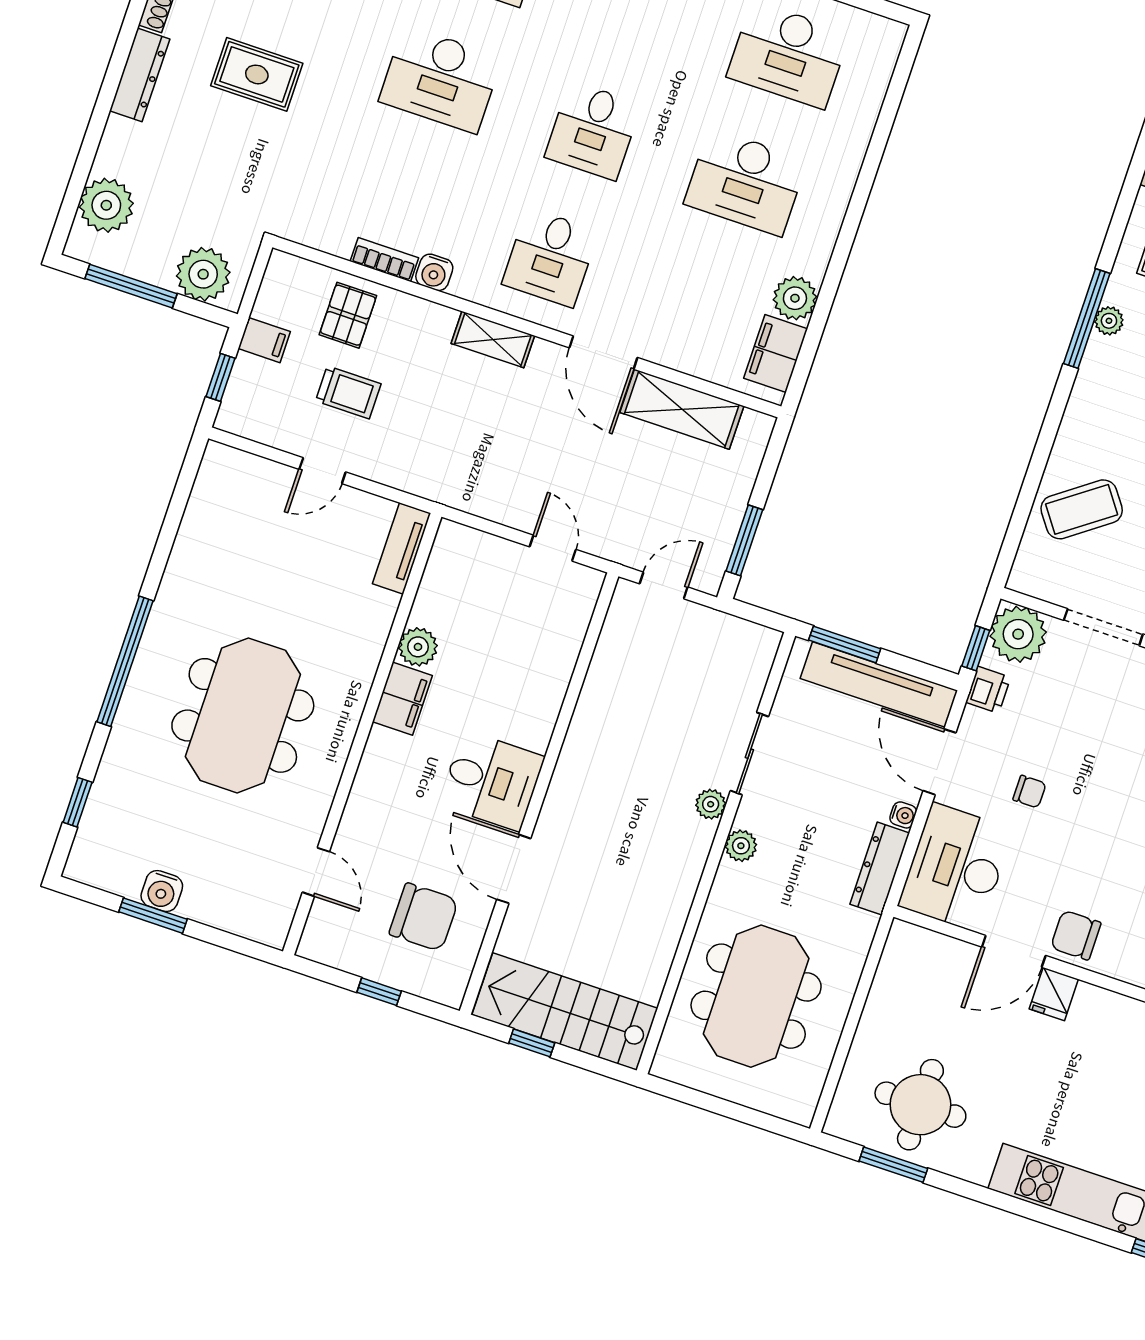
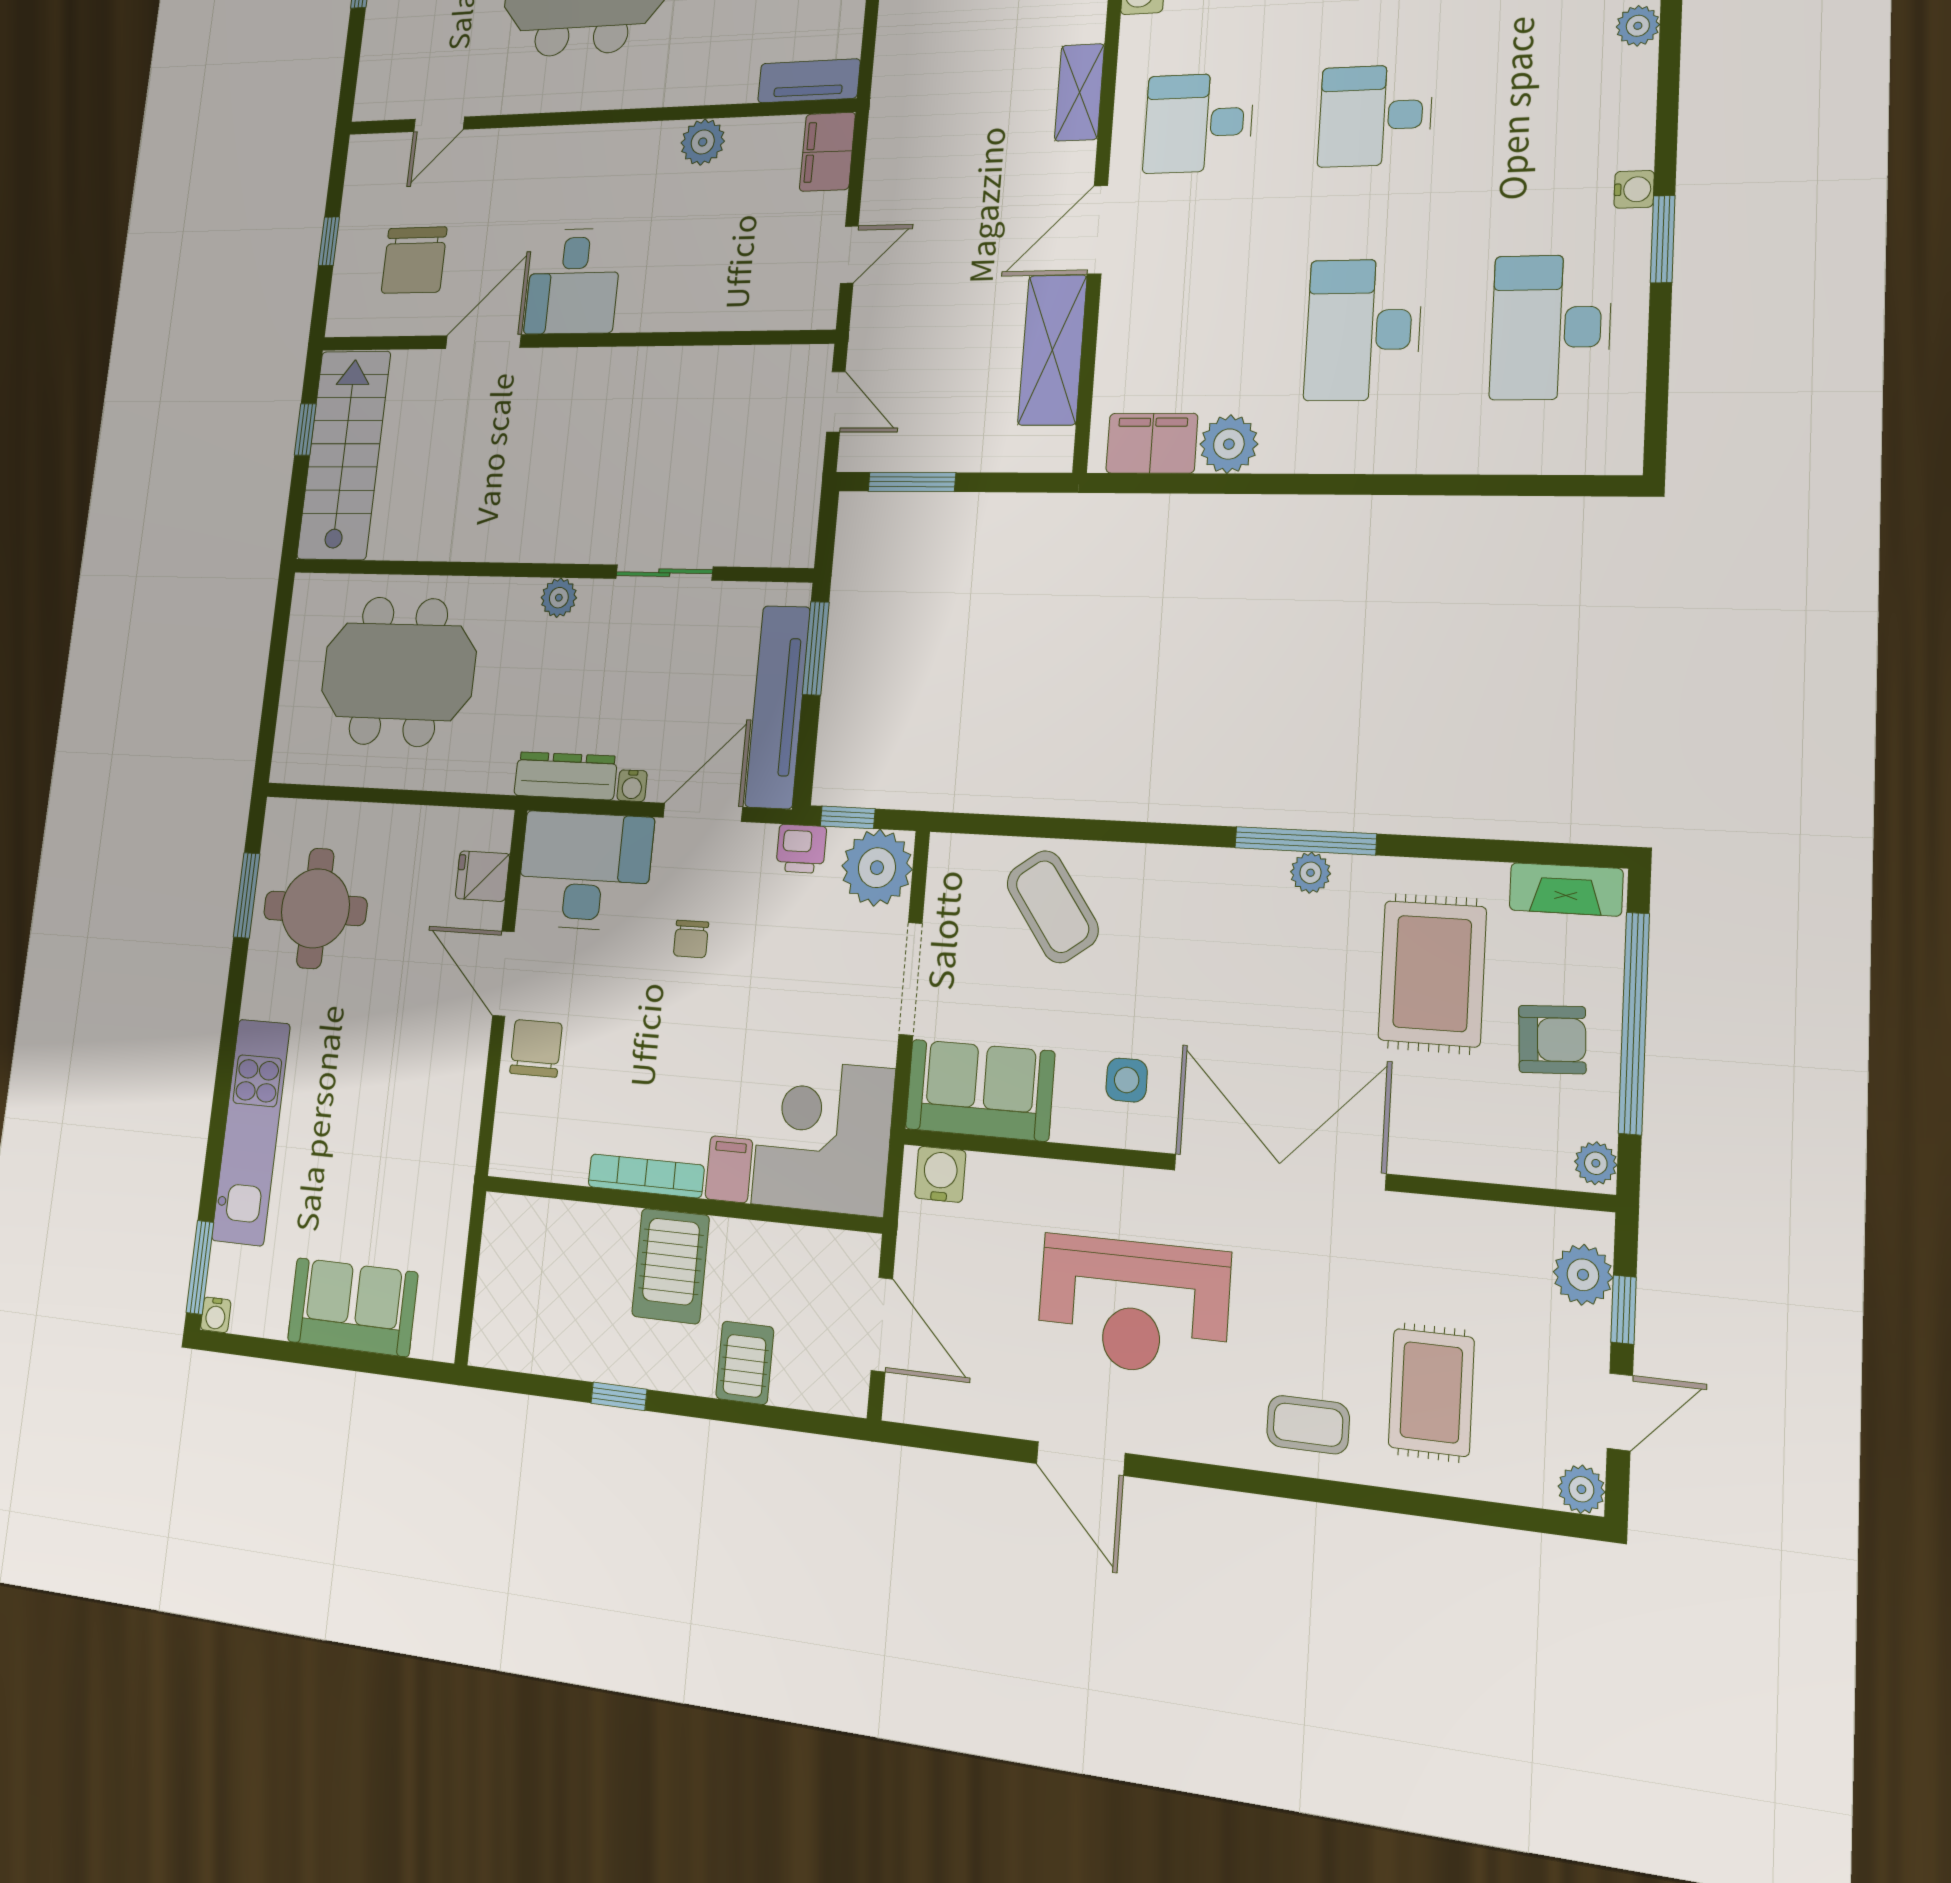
filing cabinet: (402, 699) -> (827, 152), moved, turned 90
plant: (711, 804) -> (598, 545), removed
fridge: (1054, 994) -> (482, 876), moved

